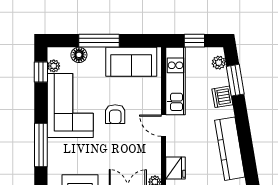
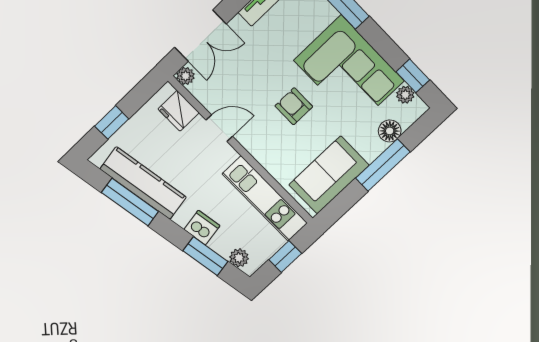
door: (164, 126) -> (219, 128), moved
window: (246, 146) -> (130, 202), added

